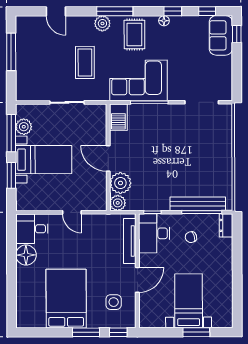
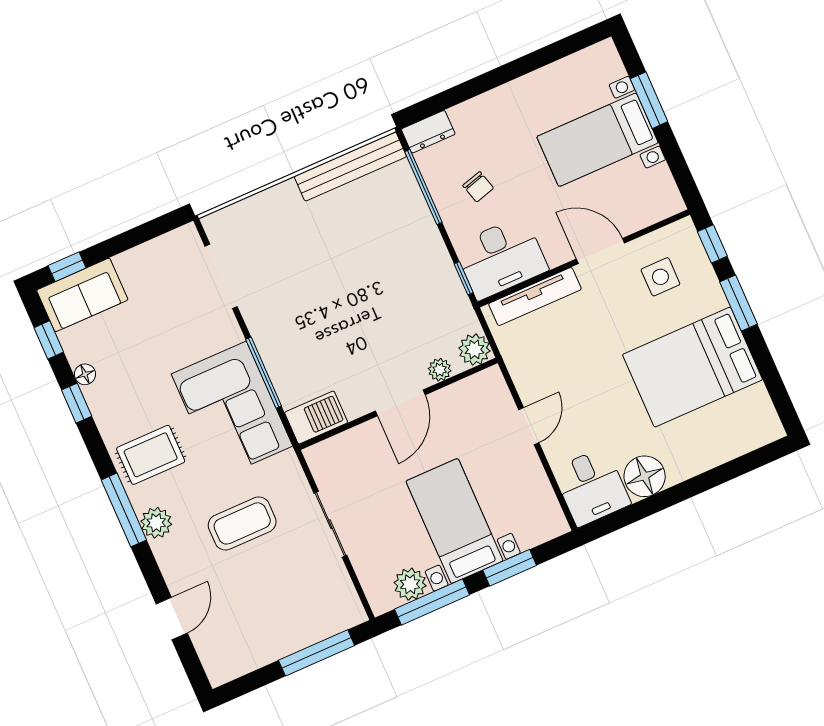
floor lamp: (164, 21) -> (85, 374), moved
window: (11, 52) -> (317, 653), moved
plant: (120, 183) -> (440, 370), width x0.53, depth x0.53
bench: (198, 204) -> (350, 166), moved, turned 90

